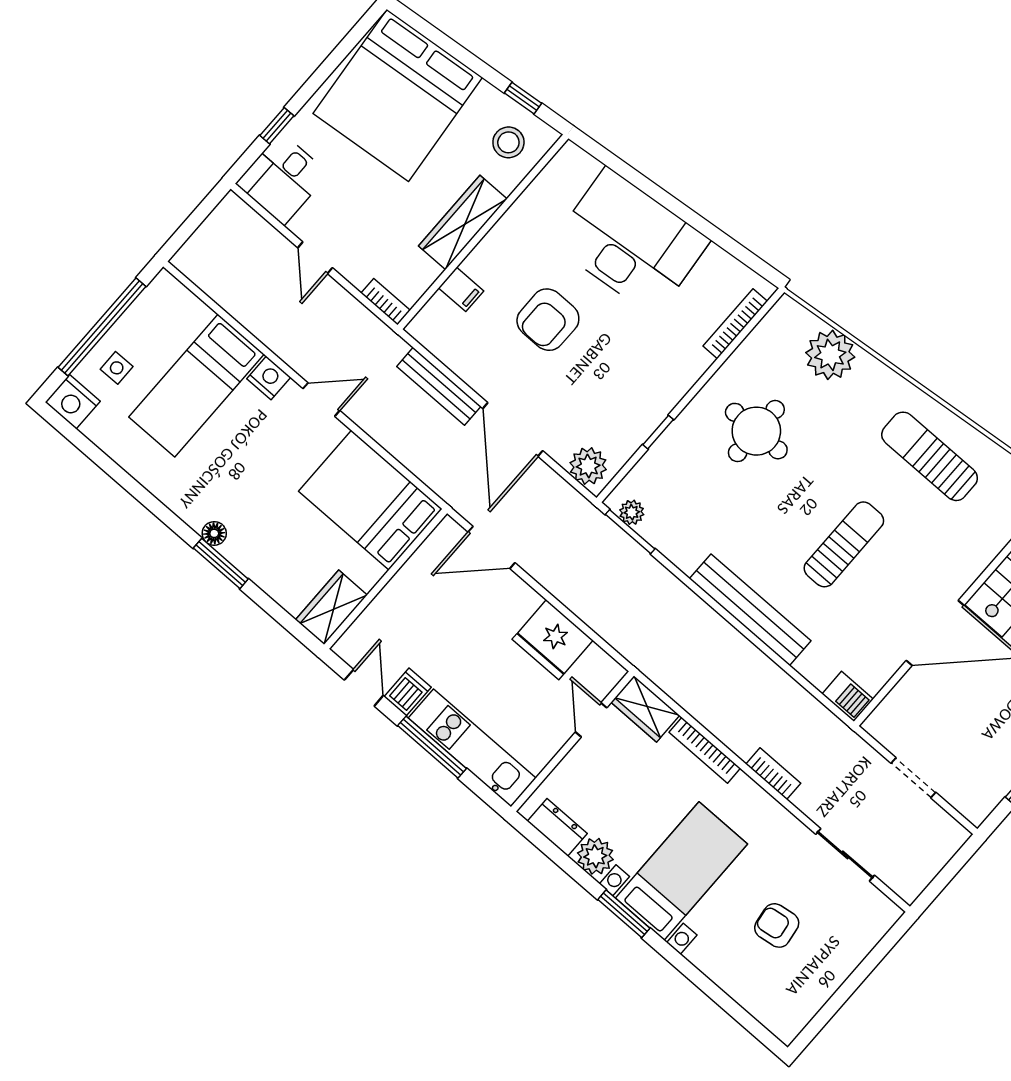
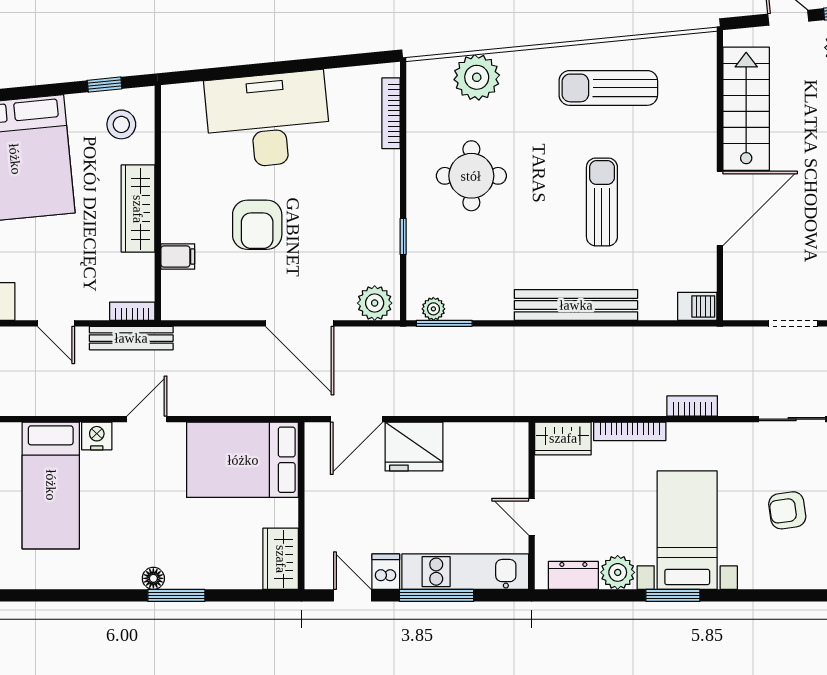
bench: (439, 386) -> (131, 338), moved
fridge: (553, 640) -> (414, 446), moved
door: (591, 720) -> (532, 517), moved

